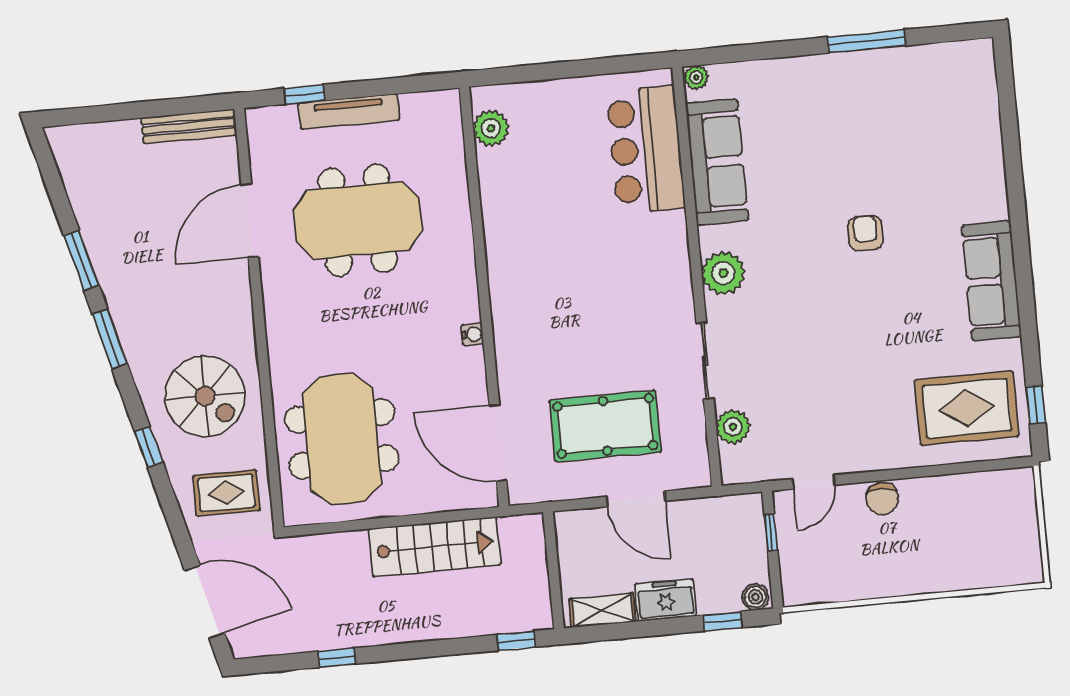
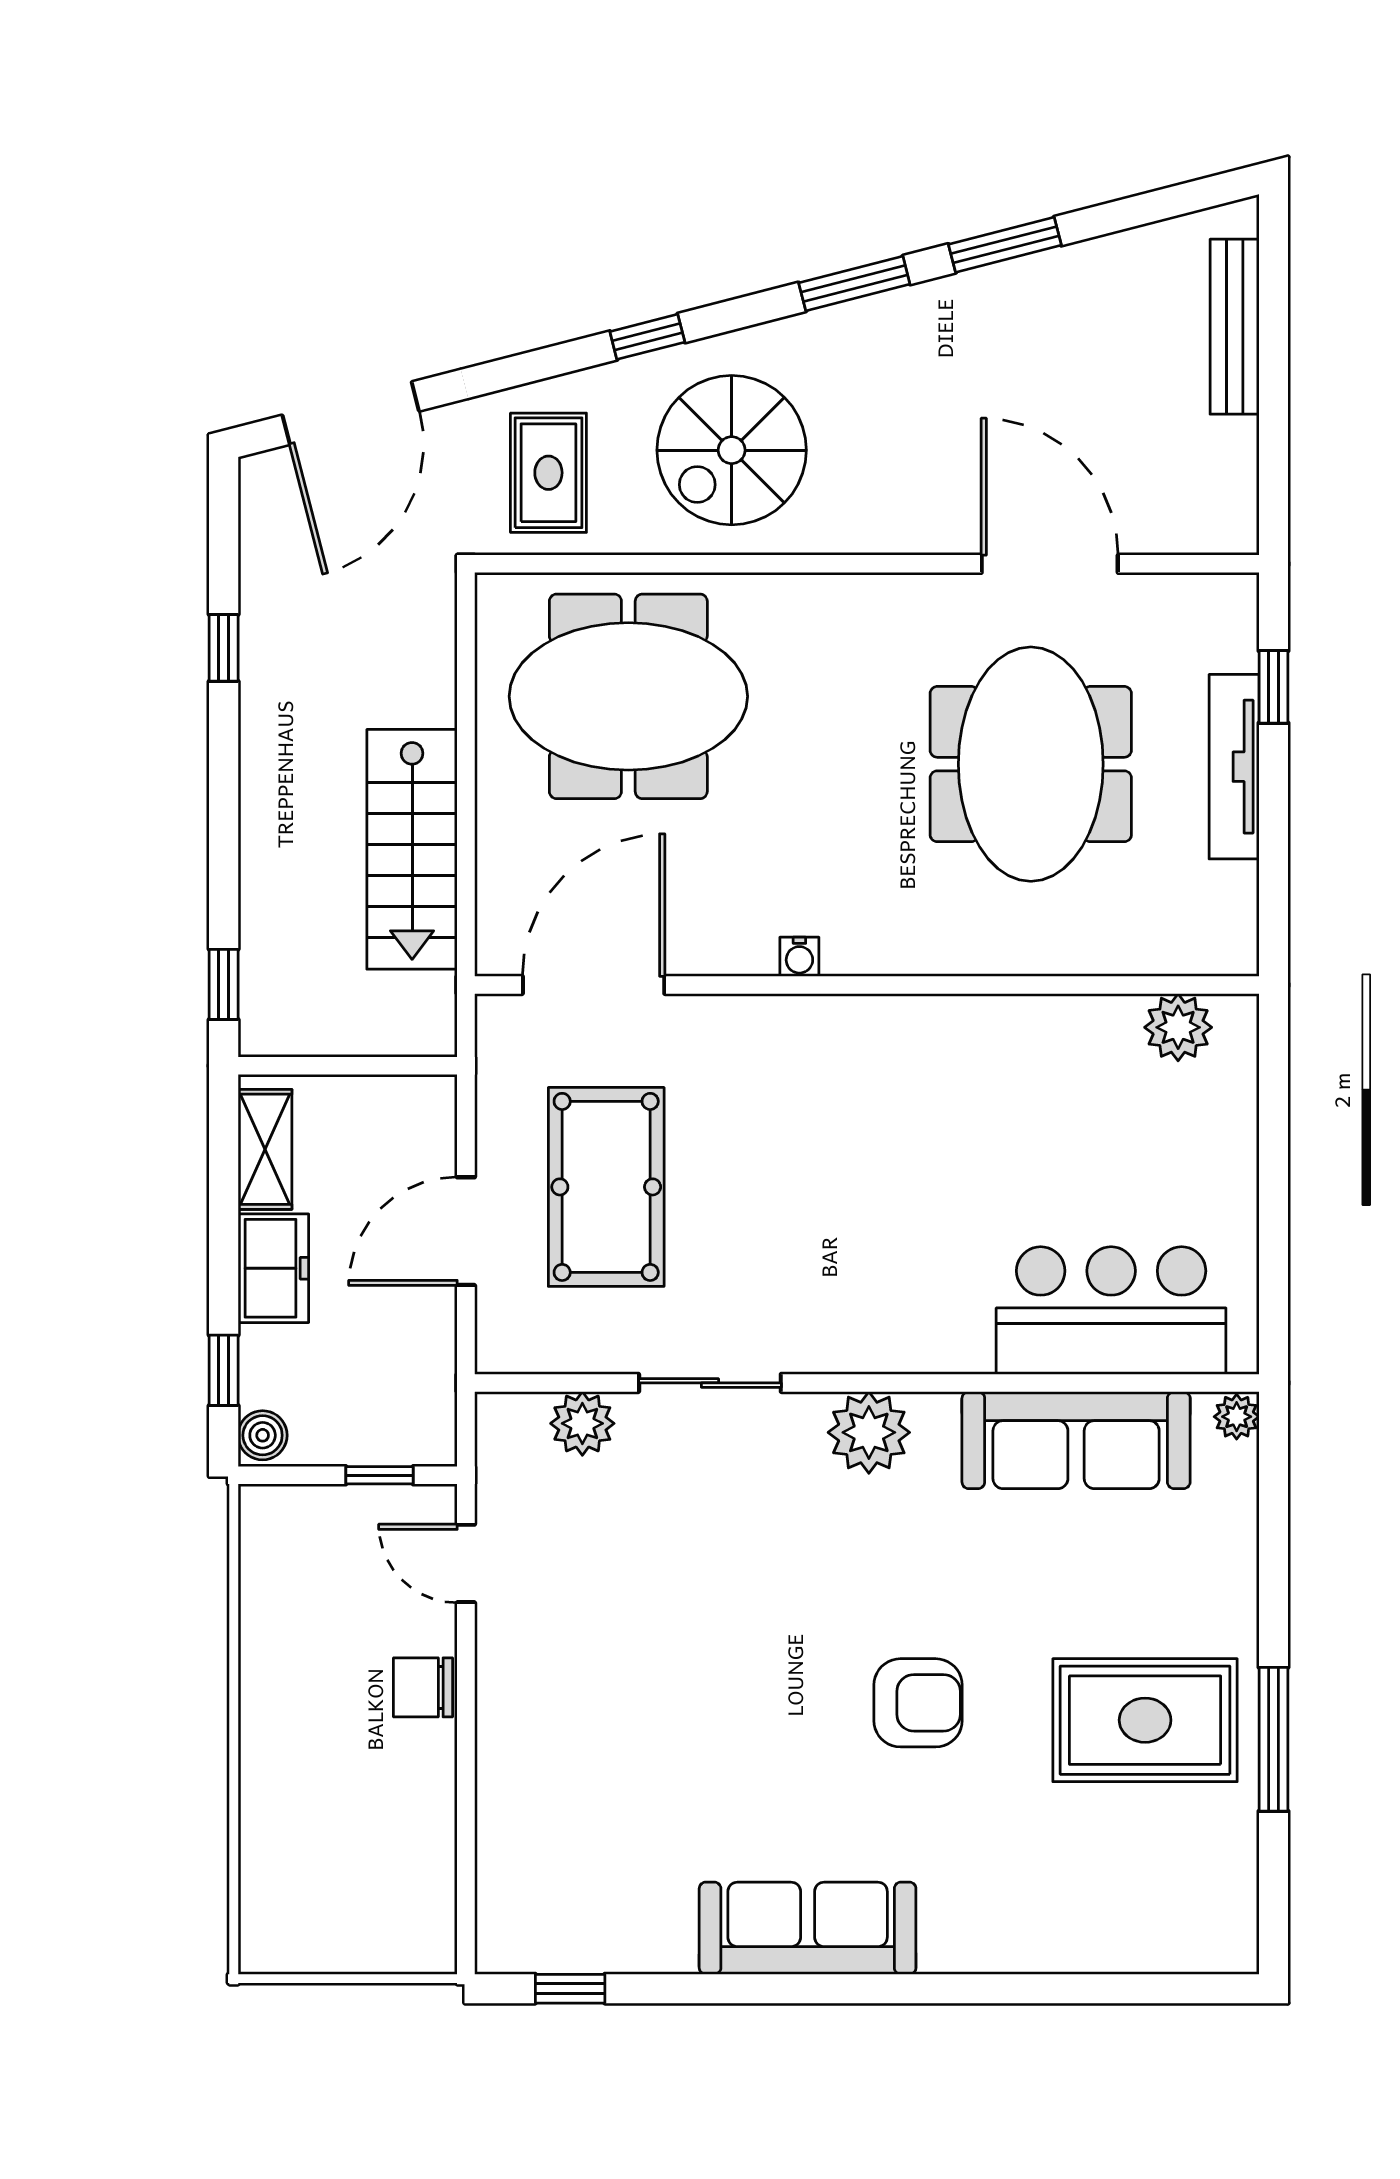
bench: (189, 126) -> (1235, 327), moved
armchair: (865, 233) -> (918, 1703), width x1.38, depth x1.38
rug: (967, 408) -> (1145, 1720), moved, turned 90

